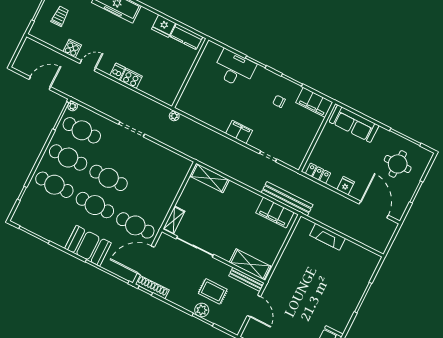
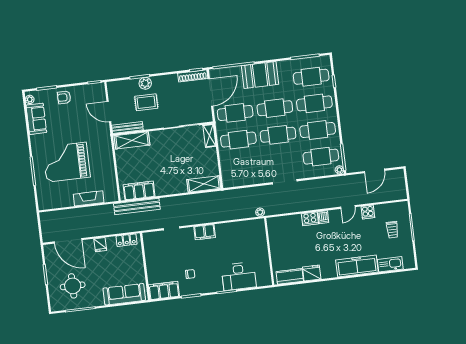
cafe table: (149, 198) -> (238, 140), added
cafe table: (41, 212) -> (311, 77), added
grand piano: (326, 285) -> (66, 162), added

